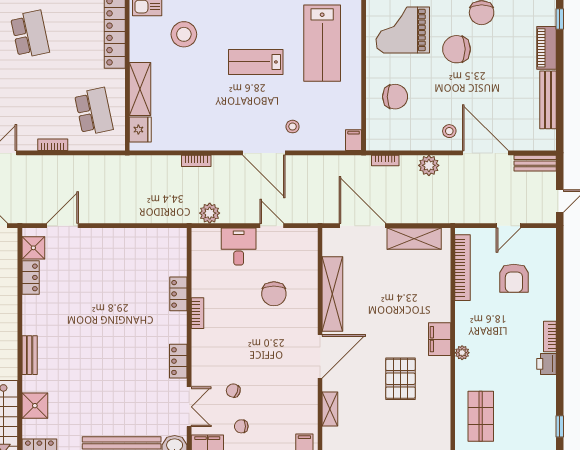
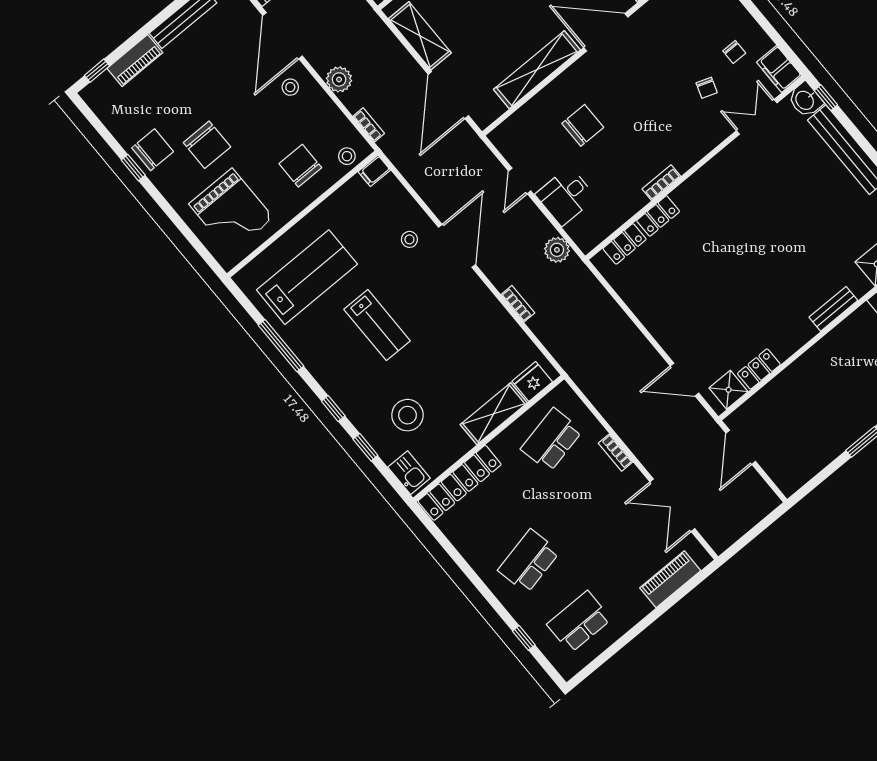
stool: (377, 131) -> (347, 156), added
locker: (178, 361) -> (625, 244), moved

